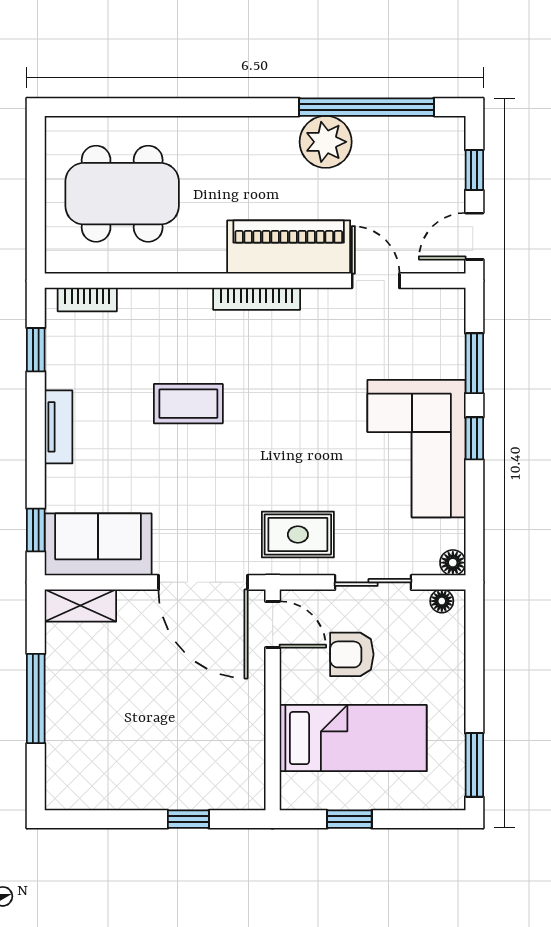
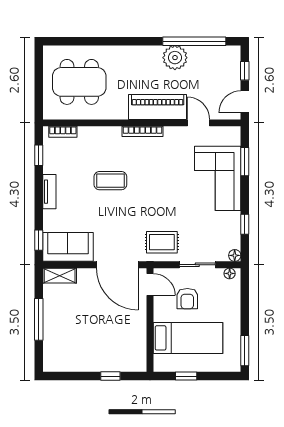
window: (474, 438) -> (245, 224), moved
corner sofa: (416, 449) -> (218, 178), moved
armchair: (352, 654) -> (187, 299), turned -90

